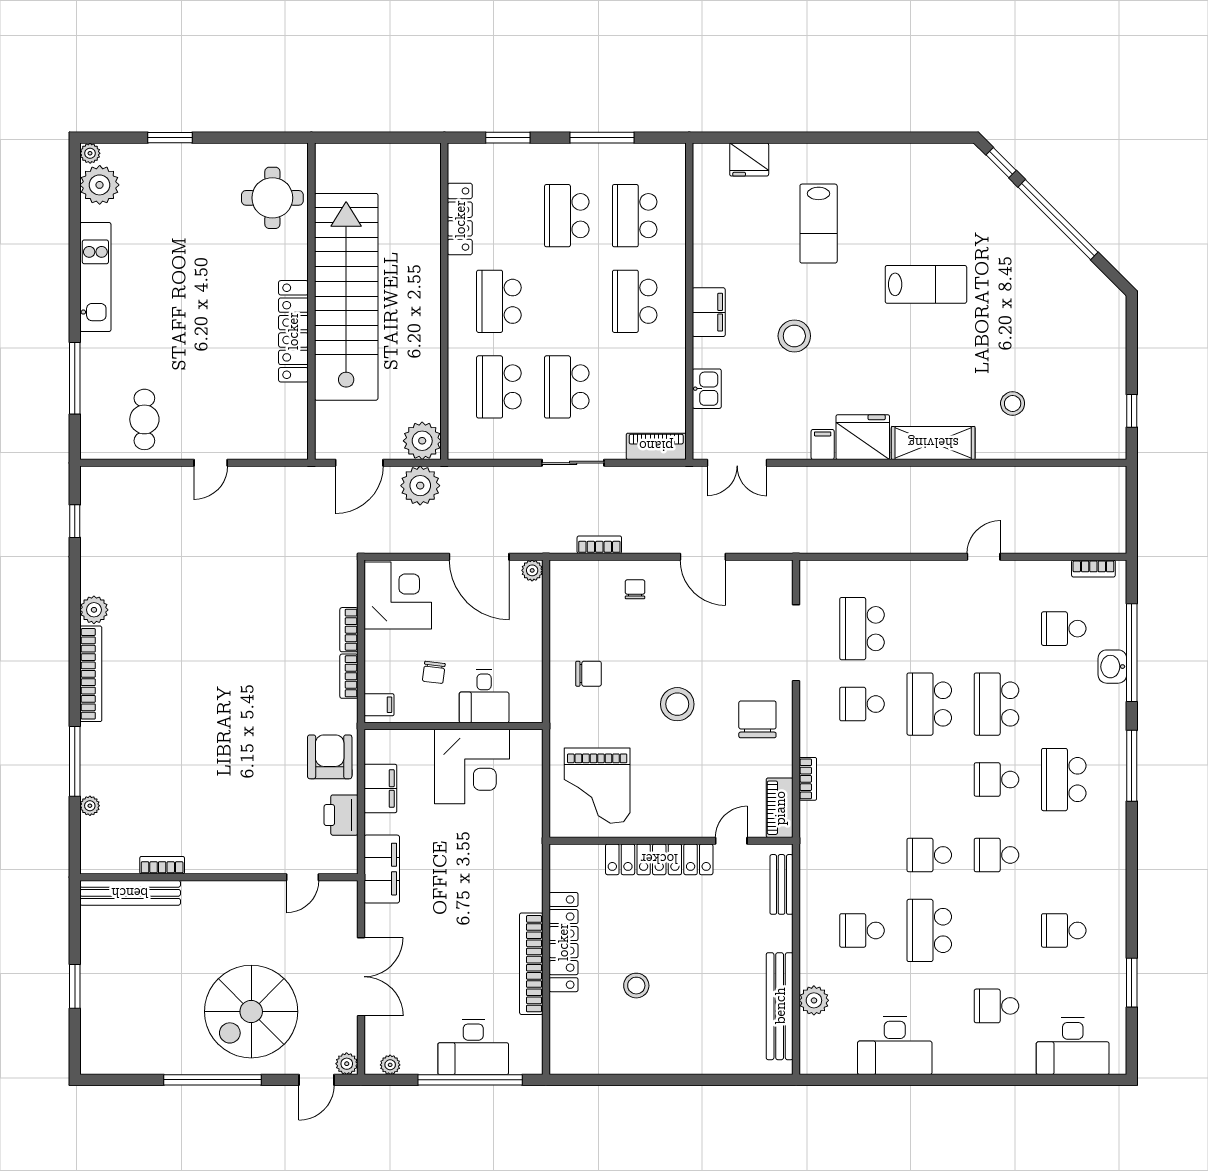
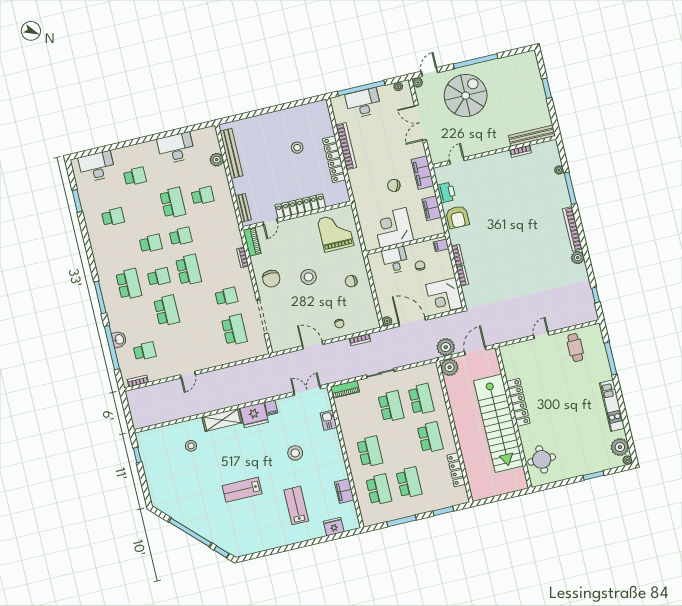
filing cabinet: (709, 312) -> (344, 491), moved
school desk: (929, 704) -> (189, 270), moved
chair: (449, 856) -> (394, 185), added

